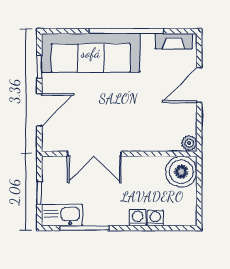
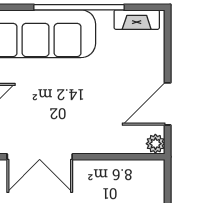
door: (199, 85) -> (168, 104), moved
boiler: (181, 172) -> (146, 179), removed

